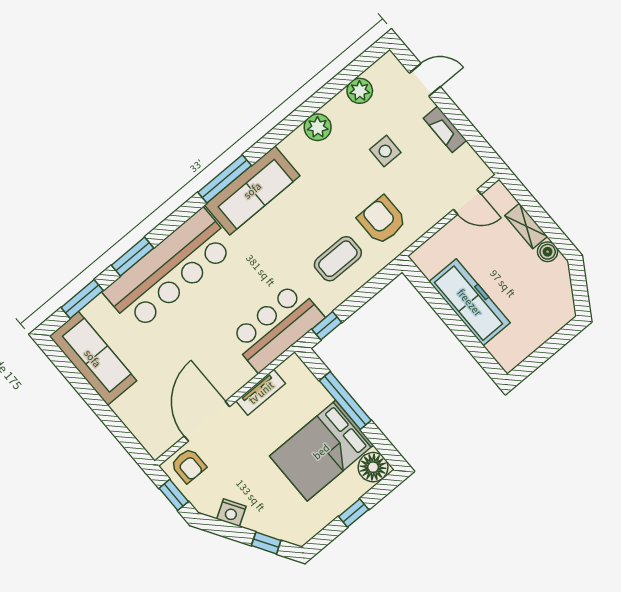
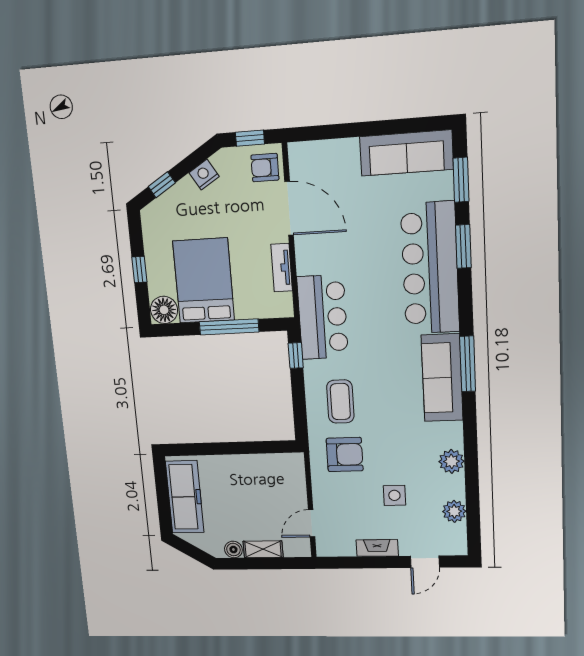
freezer: (470, 302) -> (185, 497), moved, turned -90

